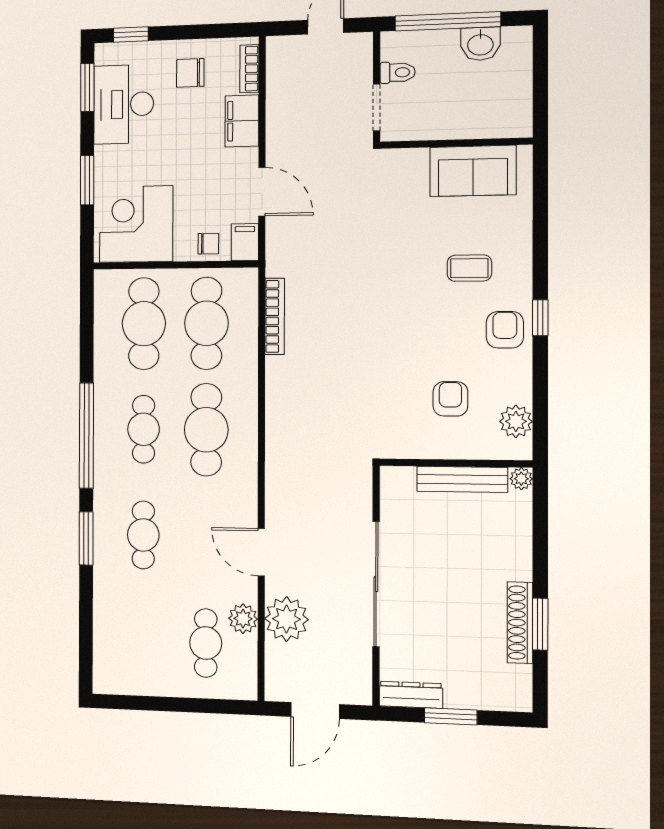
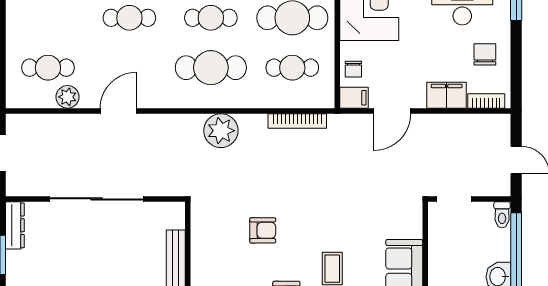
toilet: (398, 72) -> (502, 215), moved
cafe table: (206, 323) -> (292, 68), width x0.73, depth x0.74
armchair: (450, 399) -> (263, 230), moved
plant: (287, 619) -> (221, 131), moved

